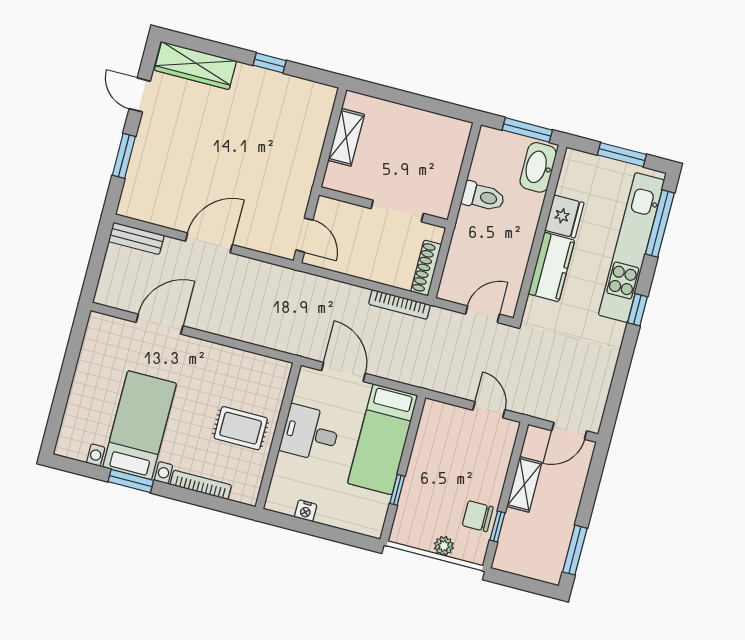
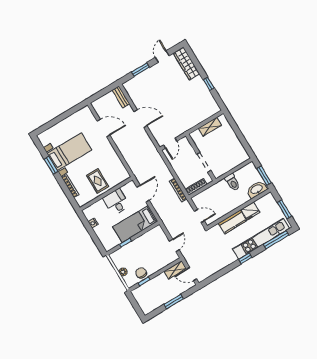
shelving: (524, 484) -> (175, 270), moved
window: (575, 550) -> (174, 301), moved

